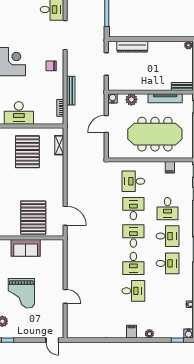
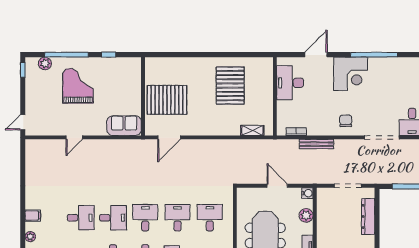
pallet: (27, 152) -> (230, 86), moved, turned 90
desk: (133, 209) -> (178, 218), turned -90
desk: (133, 236) -> (145, 218), turned -90
sofa: (26, 248) -> (124, 126), moved, turned 90
desk: (133, 263) -> (113, 218), turned 180
desk: (133, 291) -> (81, 218), turned -90
grand piano: (21, 293) -> (78, 86), turned 90

